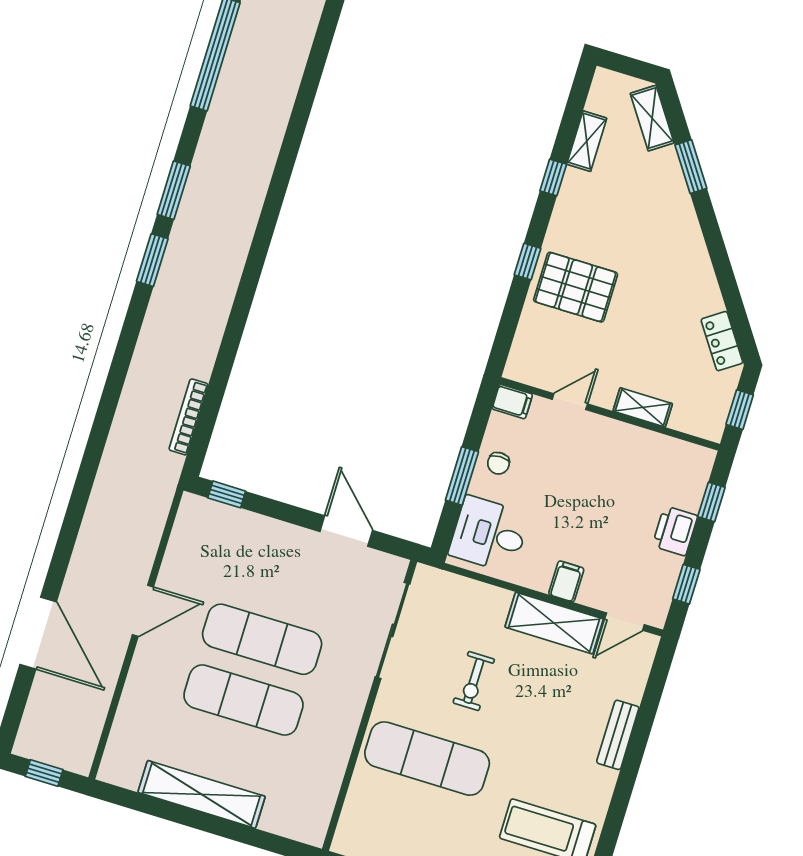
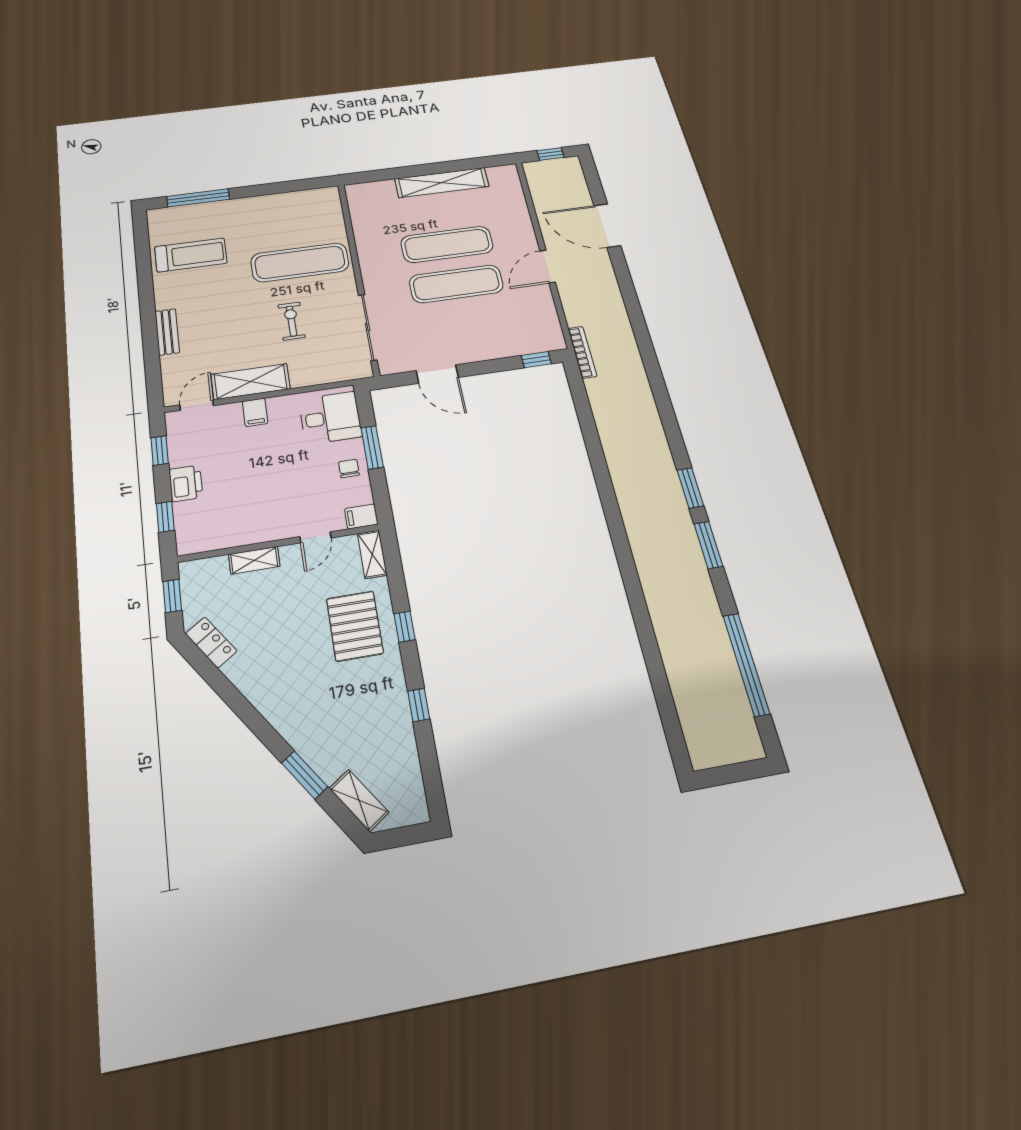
shelving: (587, 141) -> (372, 554), moved
pallet: (576, 287) -> (355, 626), turned 90
bookcase: (189, 417) -> (582, 352), moved

